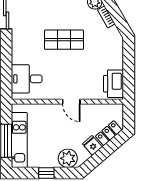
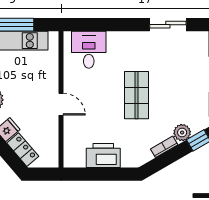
printer: (114, 84) -> (103, 156), moved
door: (71, 102) -> (61, 104), swing flipped

